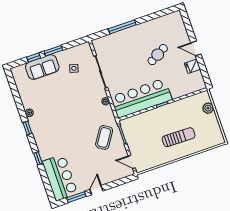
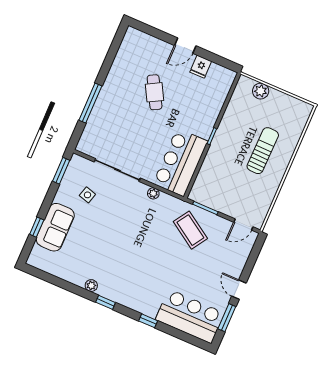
window: (53, 51) -> (61, 171), moved
bar counter: (141, 98) -> (180, 162), width x0.73

